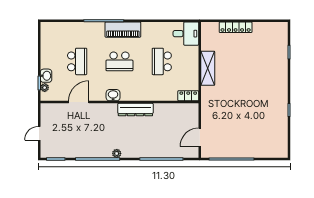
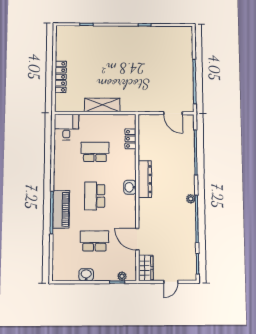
piano: (123, 30) -> (61, 209), moved
school desk: (119, 61) -> (95, 196), turned 180
school desk: (162, 61) -> (95, 152), turned 180
washbasin: (46, 76) -> (86, 275), moved
washbasin: (113, 95) -> (130, 187), moved
locker: (188, 96) -> (130, 139), moved
wardrobe: (52, 110) -> (146, 268), added
door: (39, 133) -> (171, 282), hinge flipped

